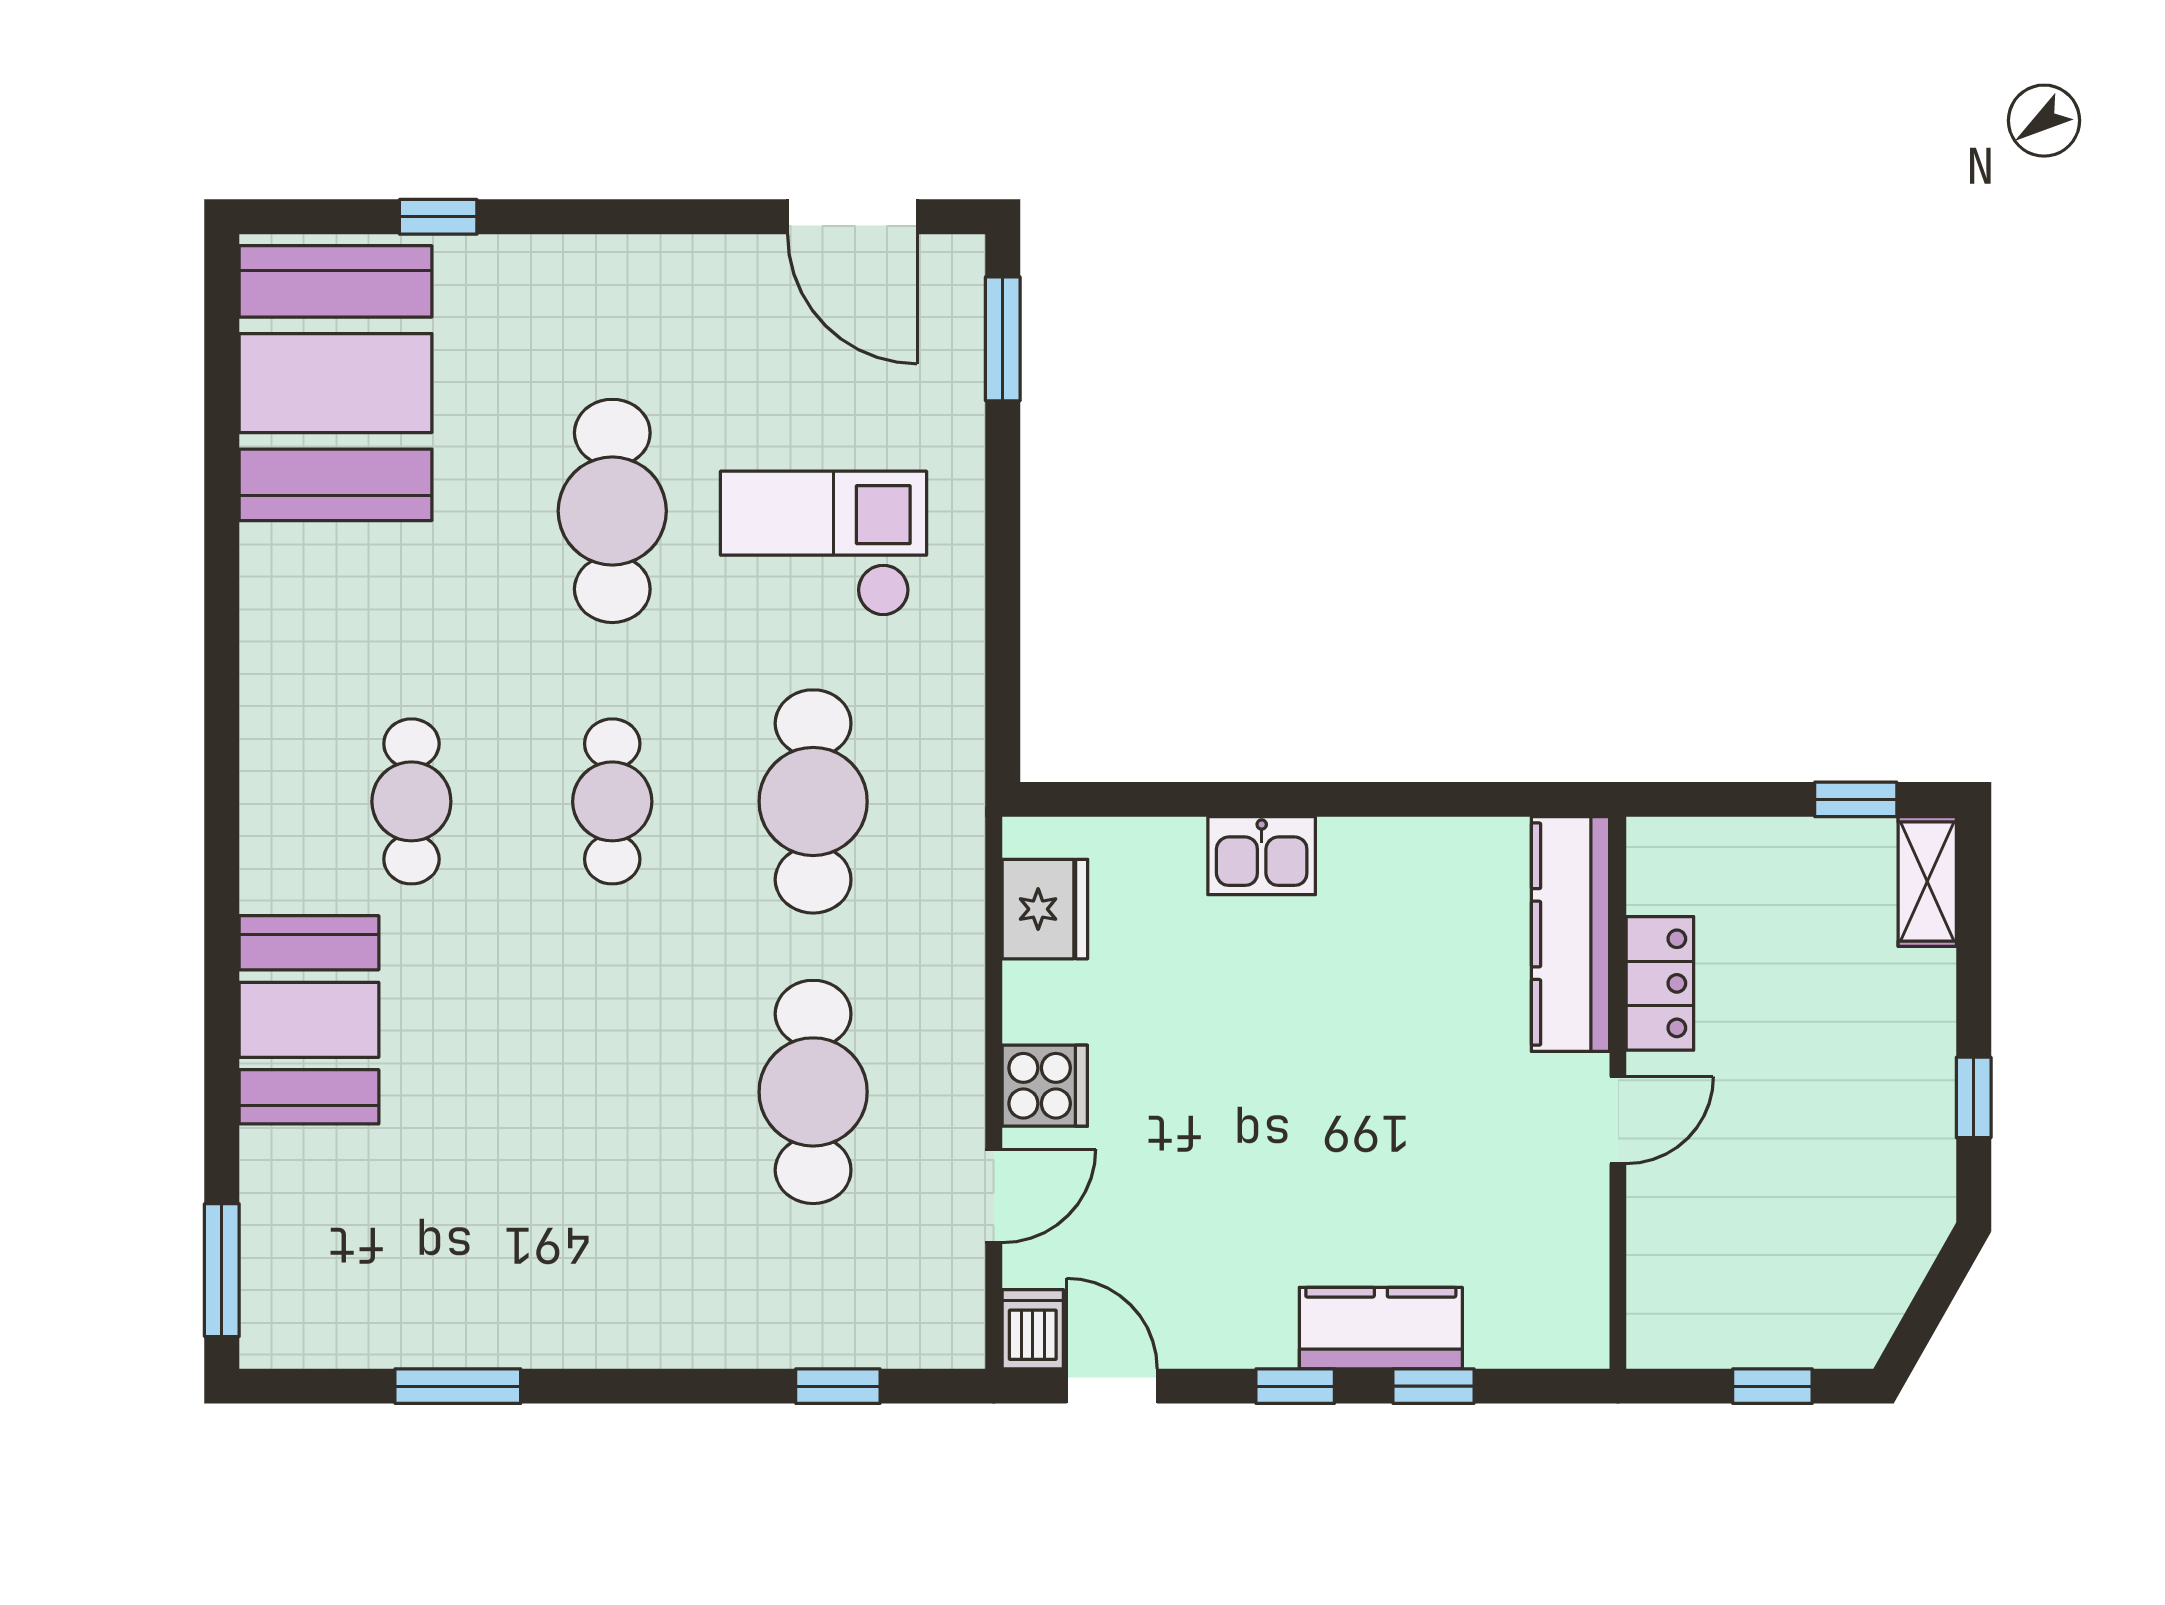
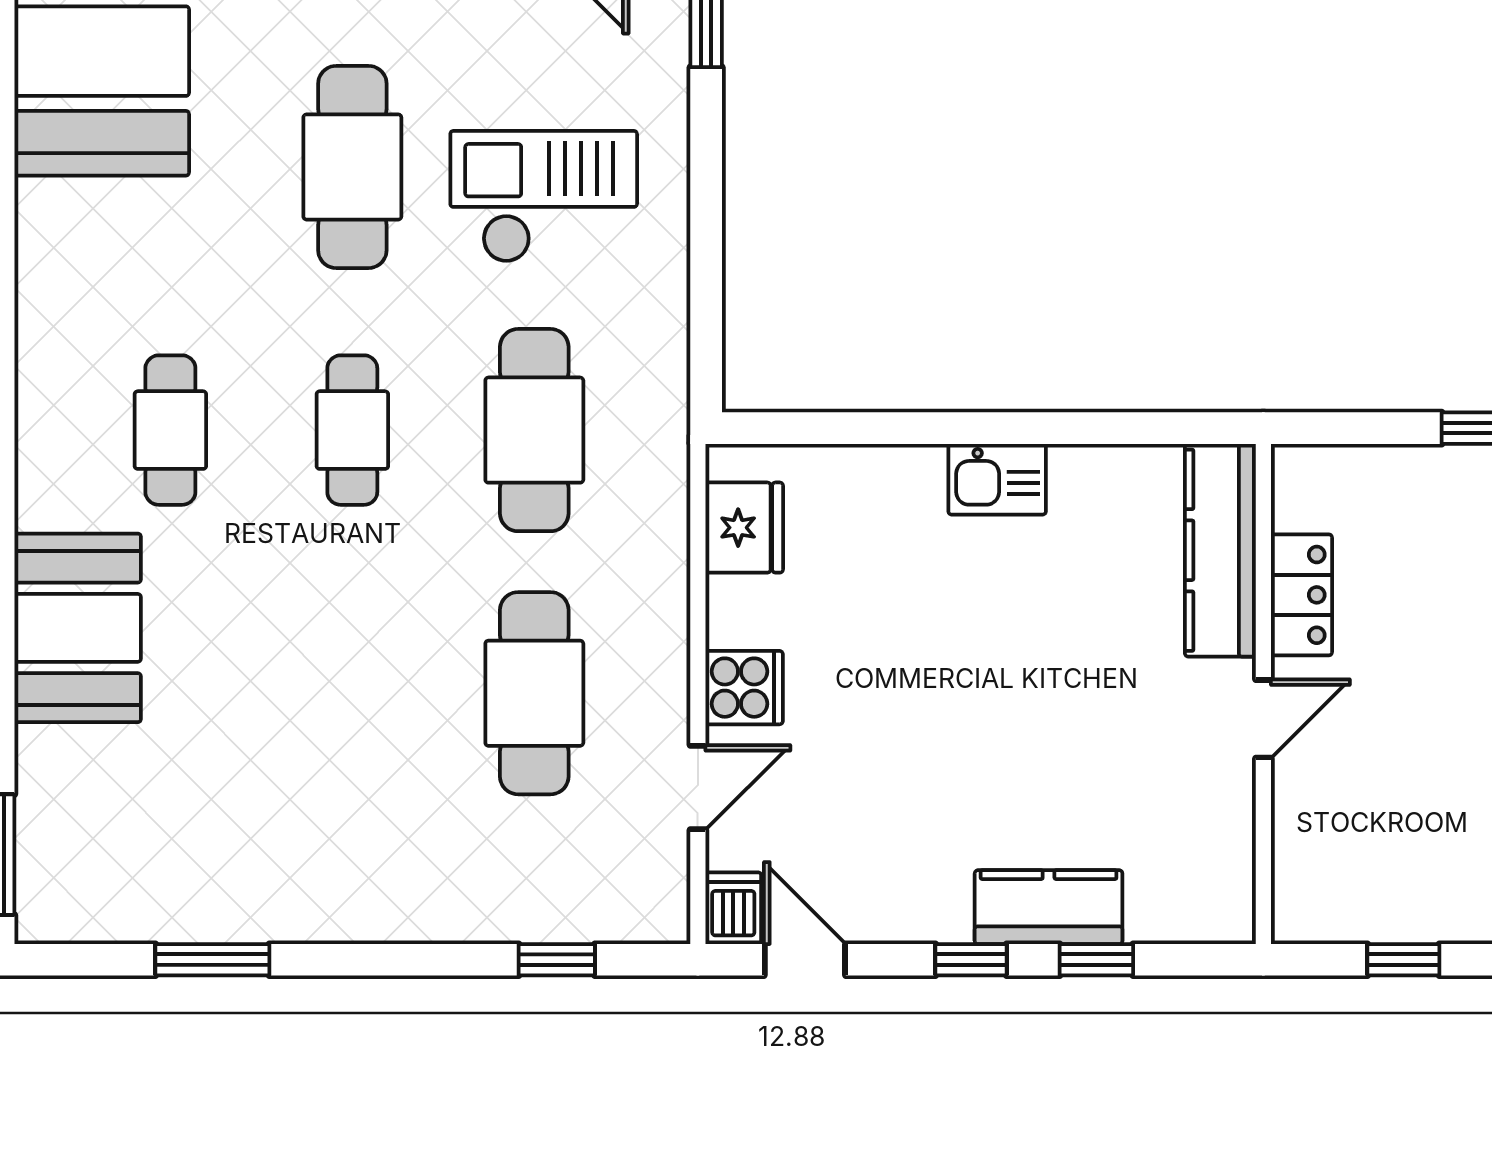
kitchen sink: (1262, 856) -> (997, 479), moved

